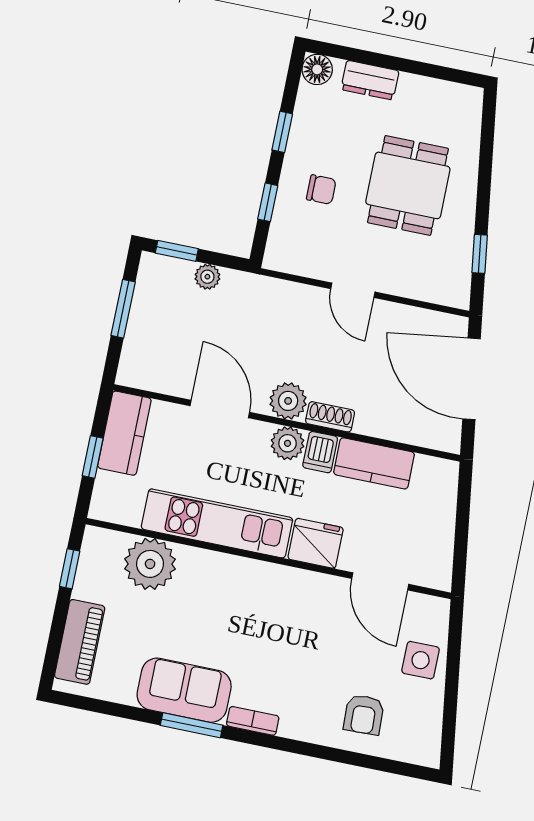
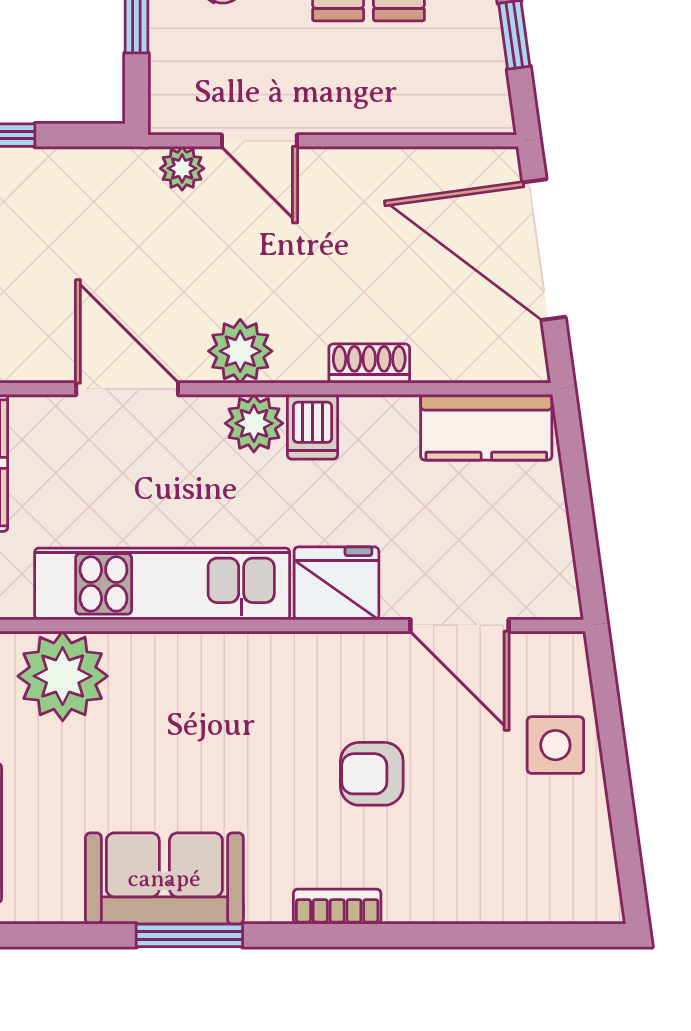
plant: (207, 277) -> (182, 168), moved
door: (353, 290) -> (259, 141), moved
shoe rack: (330, 417) -> (369, 364), moved
kitchen counter: (374, 463) -> (486, 427), moved
armchair: (364, 715) -> (372, 774), moved, turned 92
bookcase: (253, 721) -> (337, 907), moved

